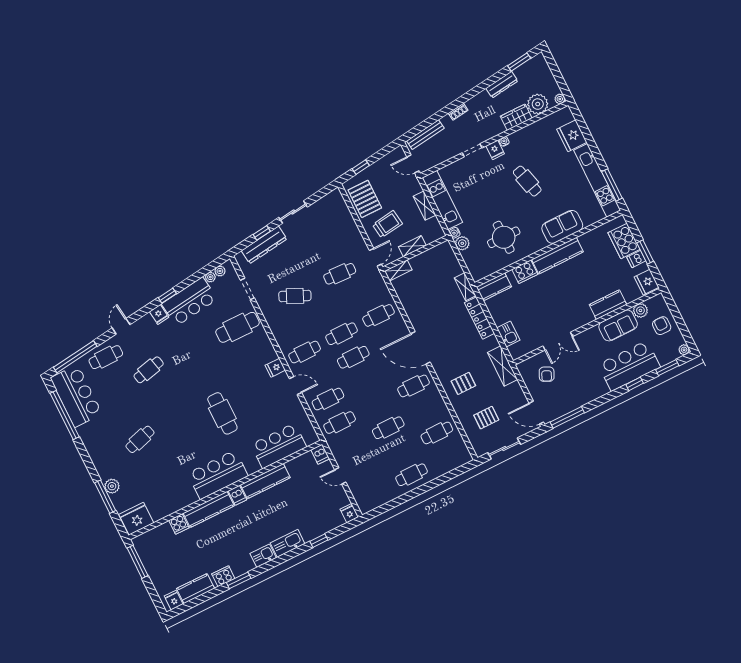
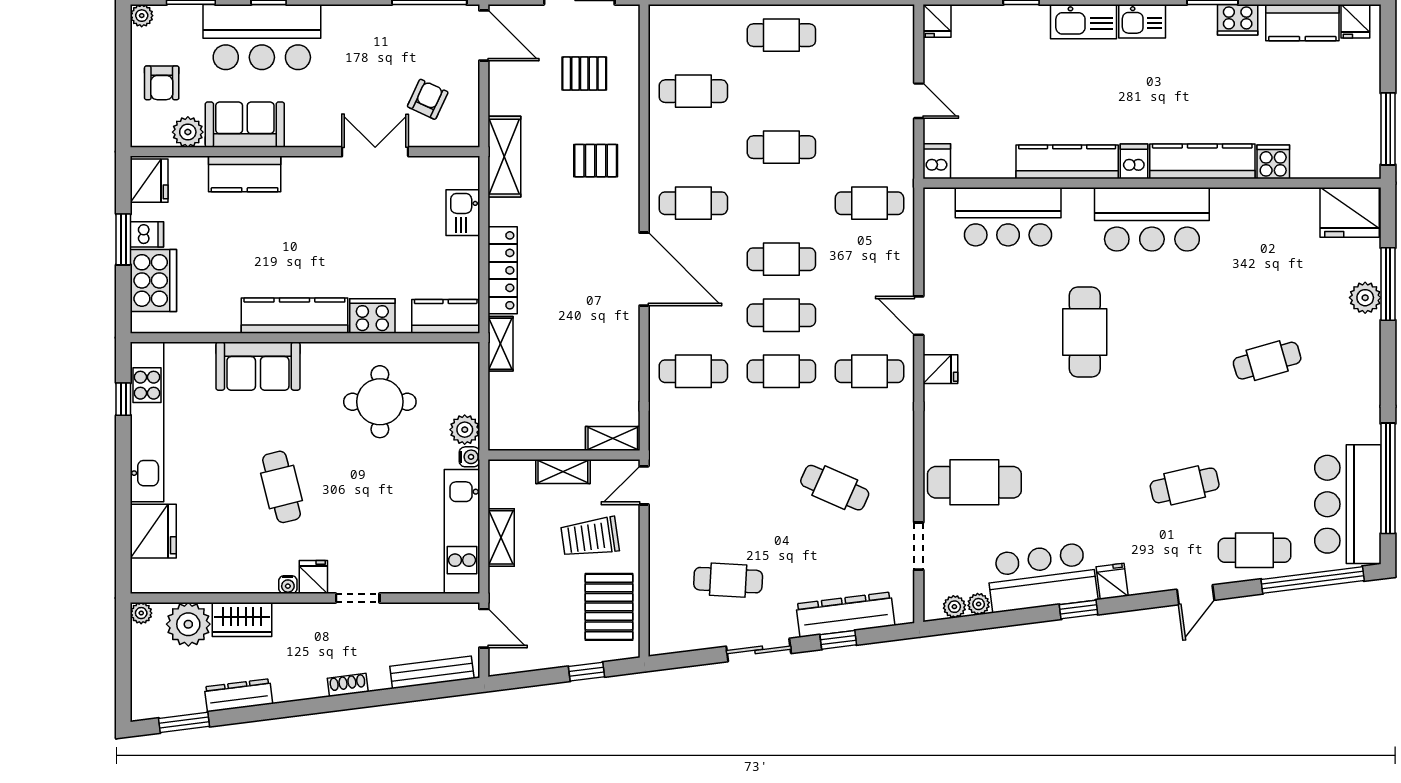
window: (612, 185) -> (123, 399), width x0.46
cafe table: (340, 274) -> (728, 580), moved
cafe table: (328, 399) -> (781, 259), moved

